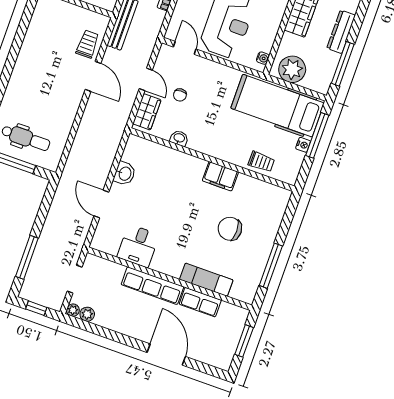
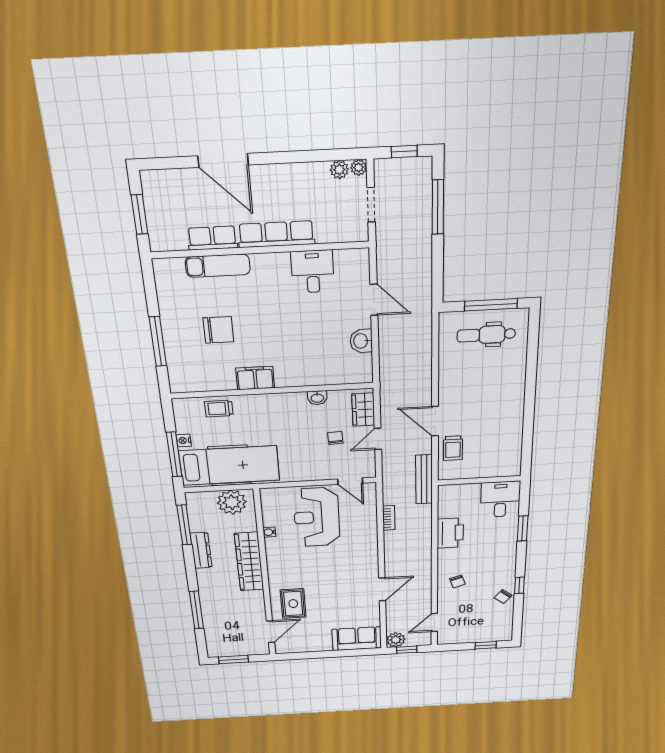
water cooler: (263, 58) -> (269, 532), moved
door: (146, 79) -> (378, 439), hinge flipped
window: (271, 266) -> (158, 342), moved

